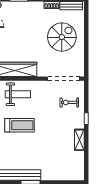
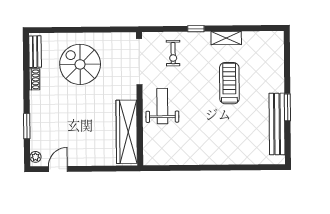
weight bench: (18, 94) -> (162, 106), moved
treadmill: (20, 125) -> (229, 83), moved

